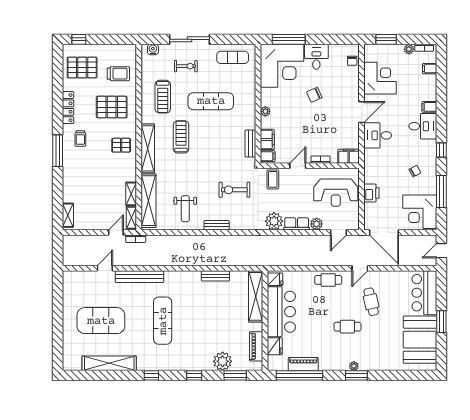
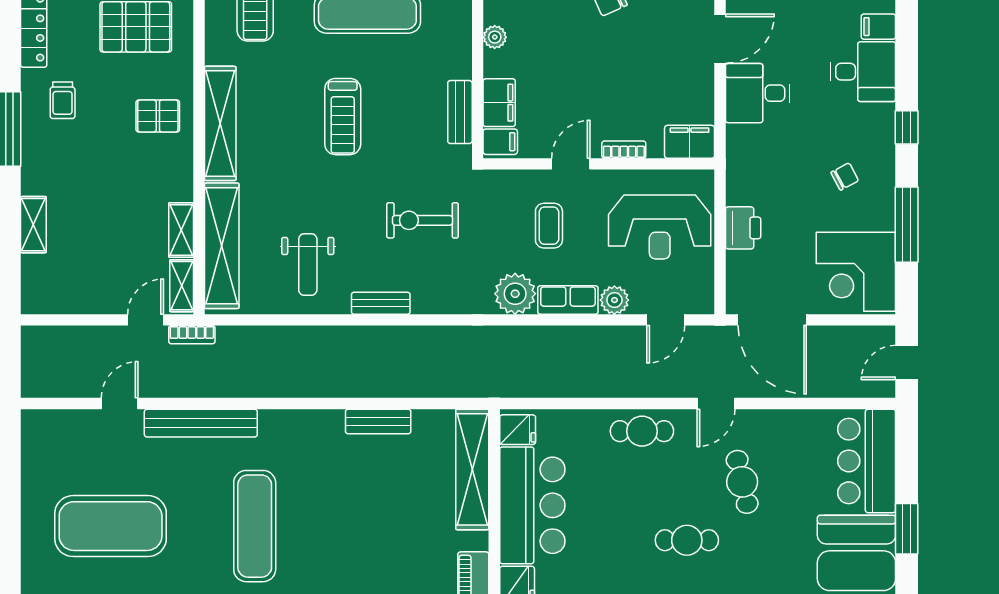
treadmill: (181, 137) -> (343, 117), moved, turned 180
coffee table: (273, 179) -> (549, 226), moved
shelving: (68, 215) -> (33, 225), moved

